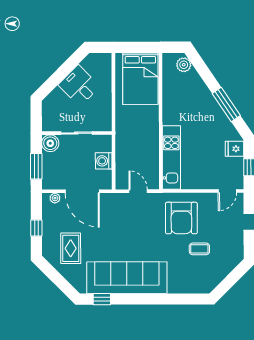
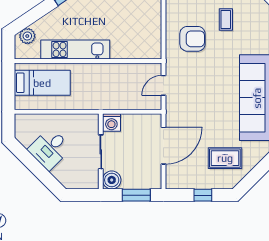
bed: (140, 79) -> (42, 83), width x0.67
kitchen unit: (171, 158) -> (75, 50), moved
washing machine: (104, 161) -> (111, 122), moved
plant: (55, 198) -> (171, 175), removed
armchair: (181, 218) -> (192, 39), width x0.73, depth x0.73

